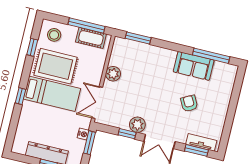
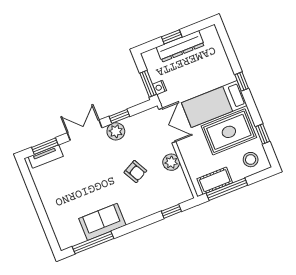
window: (138, 38) -> (171, 211), width x0.67
armchair: (189, 103) -> (135, 172), moved

